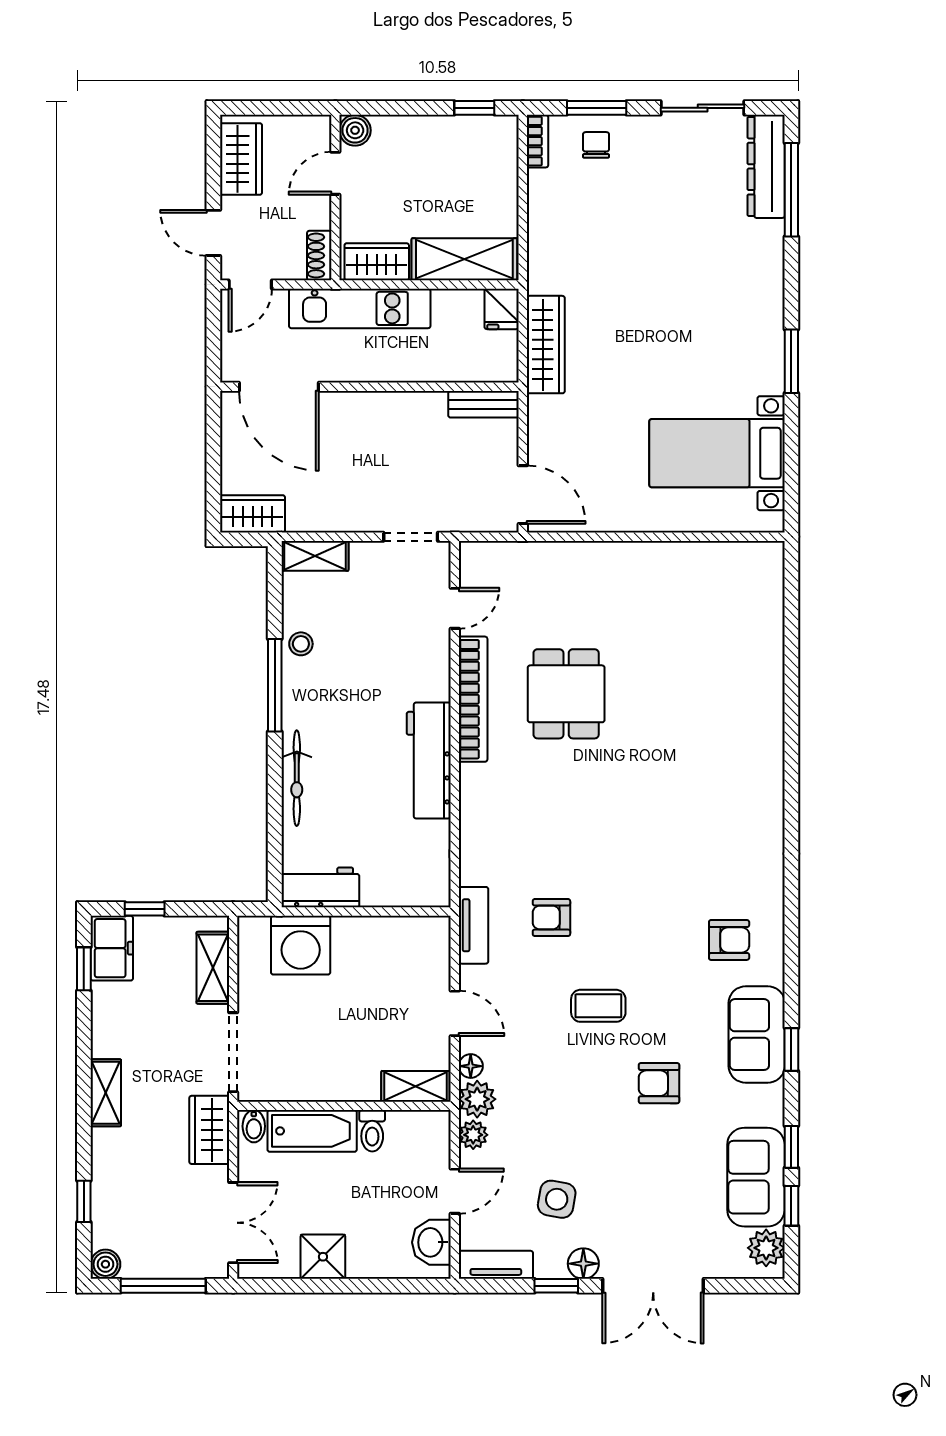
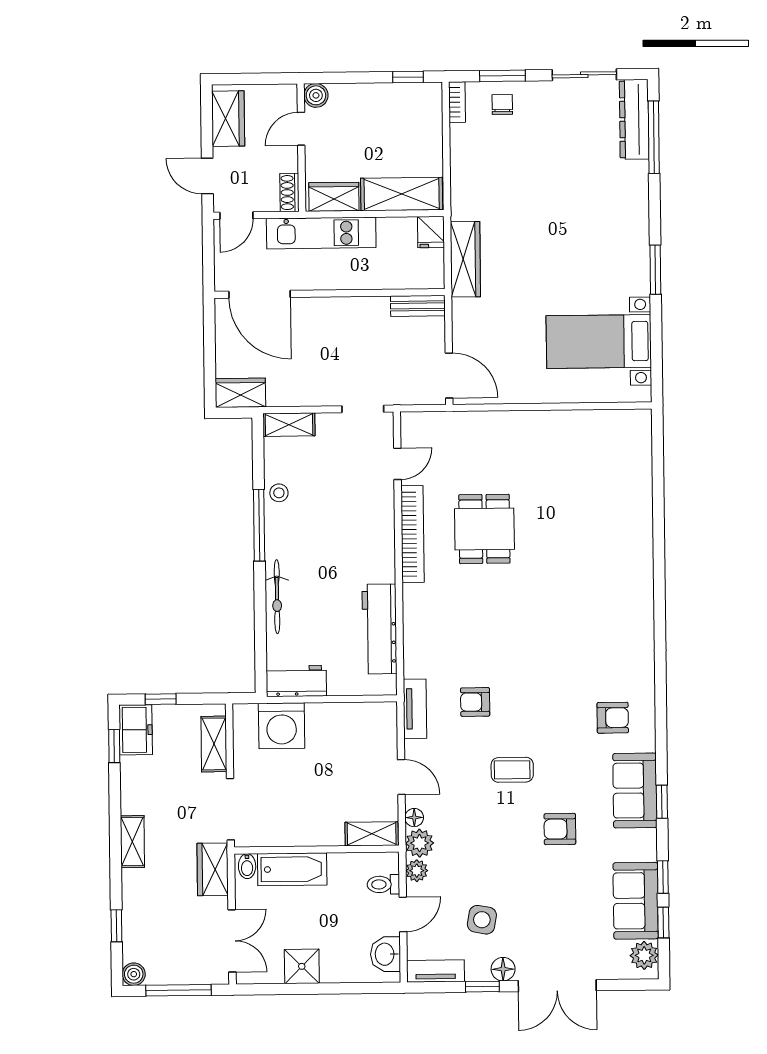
workbench: (429, 760) -> (379, 629), moved
toilet: (372, 1131) -> (383, 884), moved, turned 90

